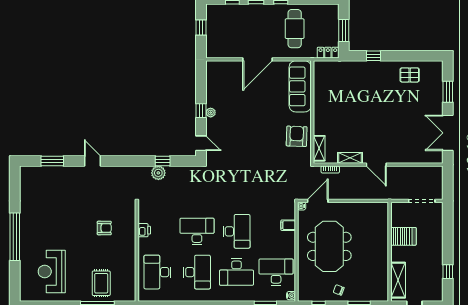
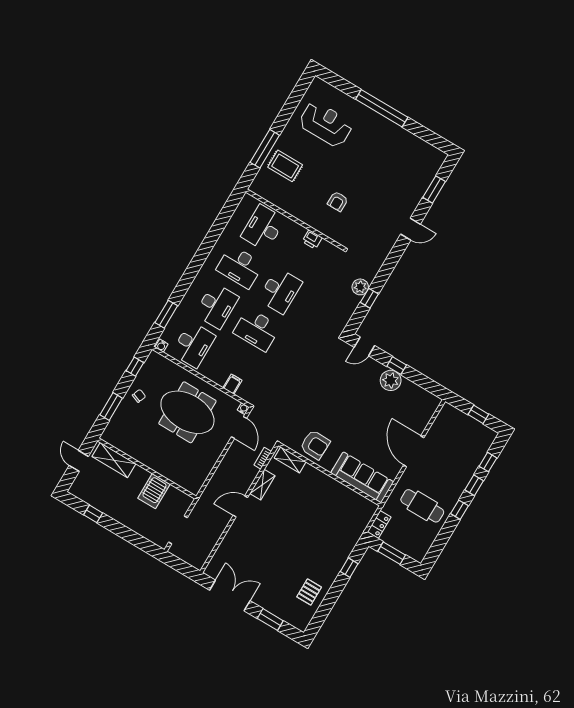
plant: (211, 113) -> (391, 380), width x1.87, depth x1.87
desk: (157, 272) -> (263, 228), turned -90
desk: (236, 272) -> (217, 306), turned 180

